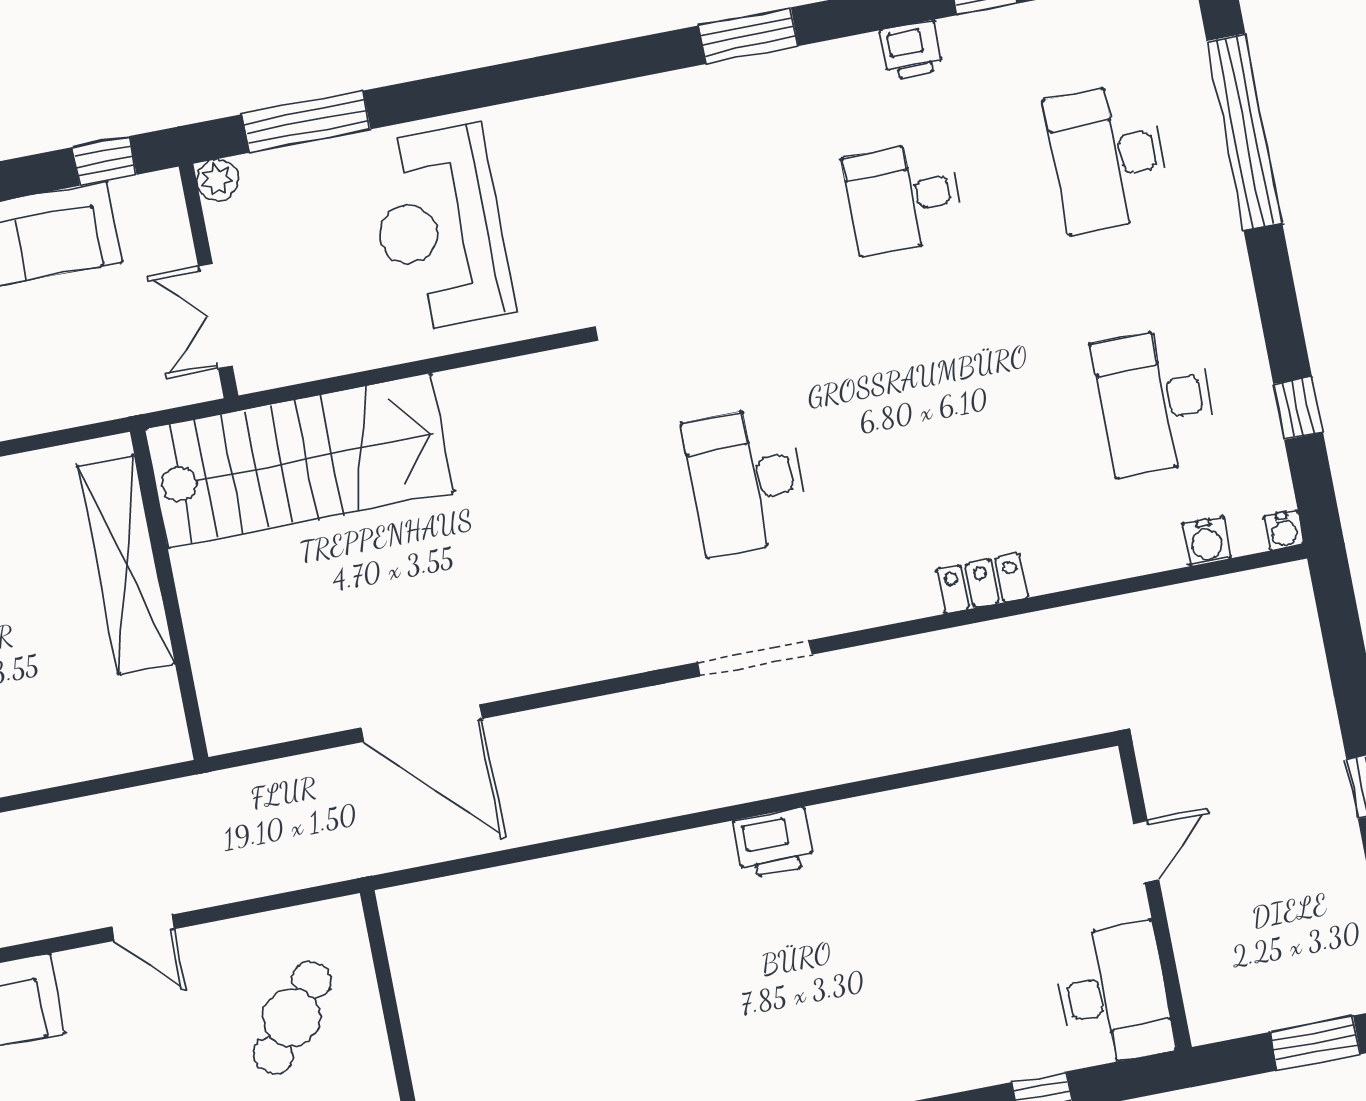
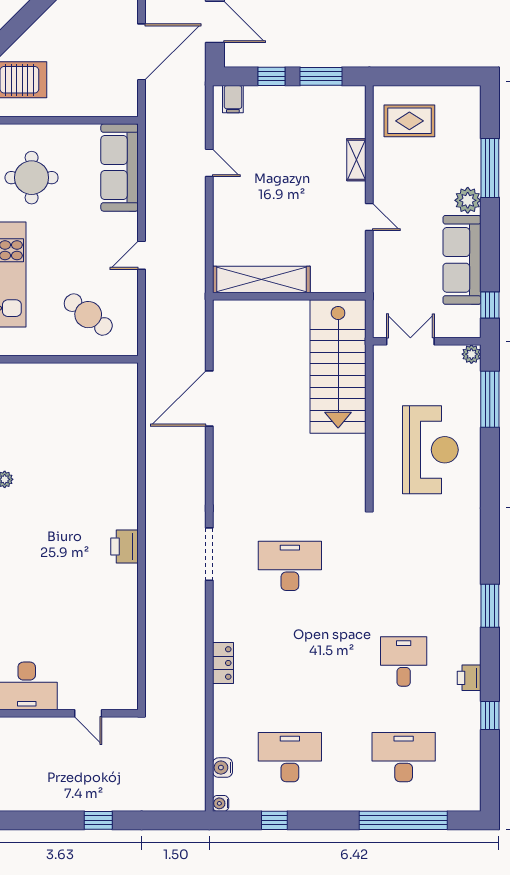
reception desk: (439, 228) -> (430, 450), turned 90
shelving: (126, 565) -> (261, 280), moved

